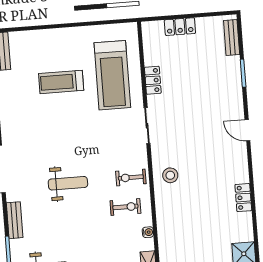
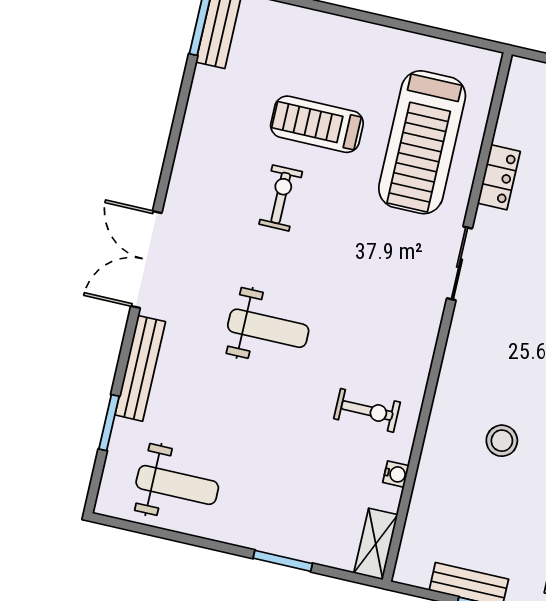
stool: (170, 175) -> (502, 441), moved
exercise bike: (131, 177) -> (281, 198), moved, turned 90
bench: (15, 220) -> (140, 368), width x1.36

